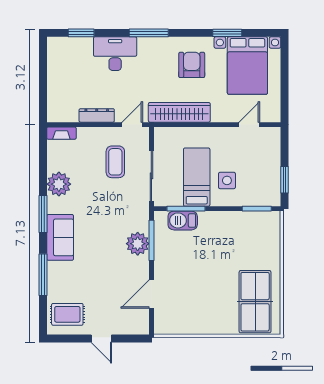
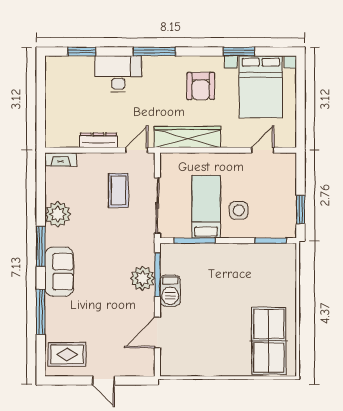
armchair: (192, 65) -> (201, 86), turned 180
barbecue: (183, 220) -> (170, 291), moved, turned -90

